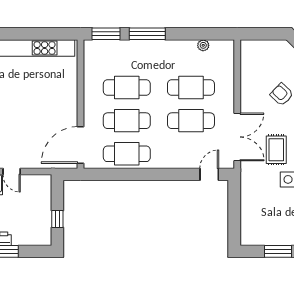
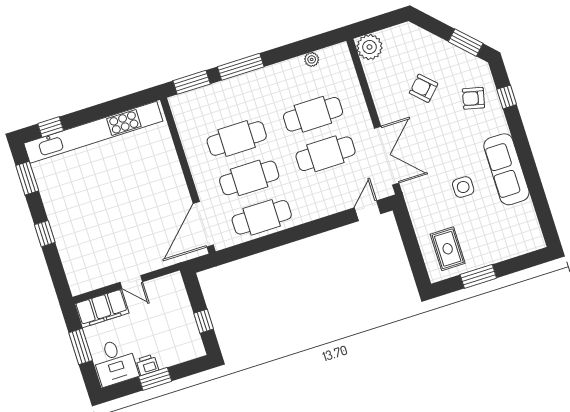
plant: (250, 50) -> (370, 47), added
rug: (276, 150) -> (448, 249), moved

